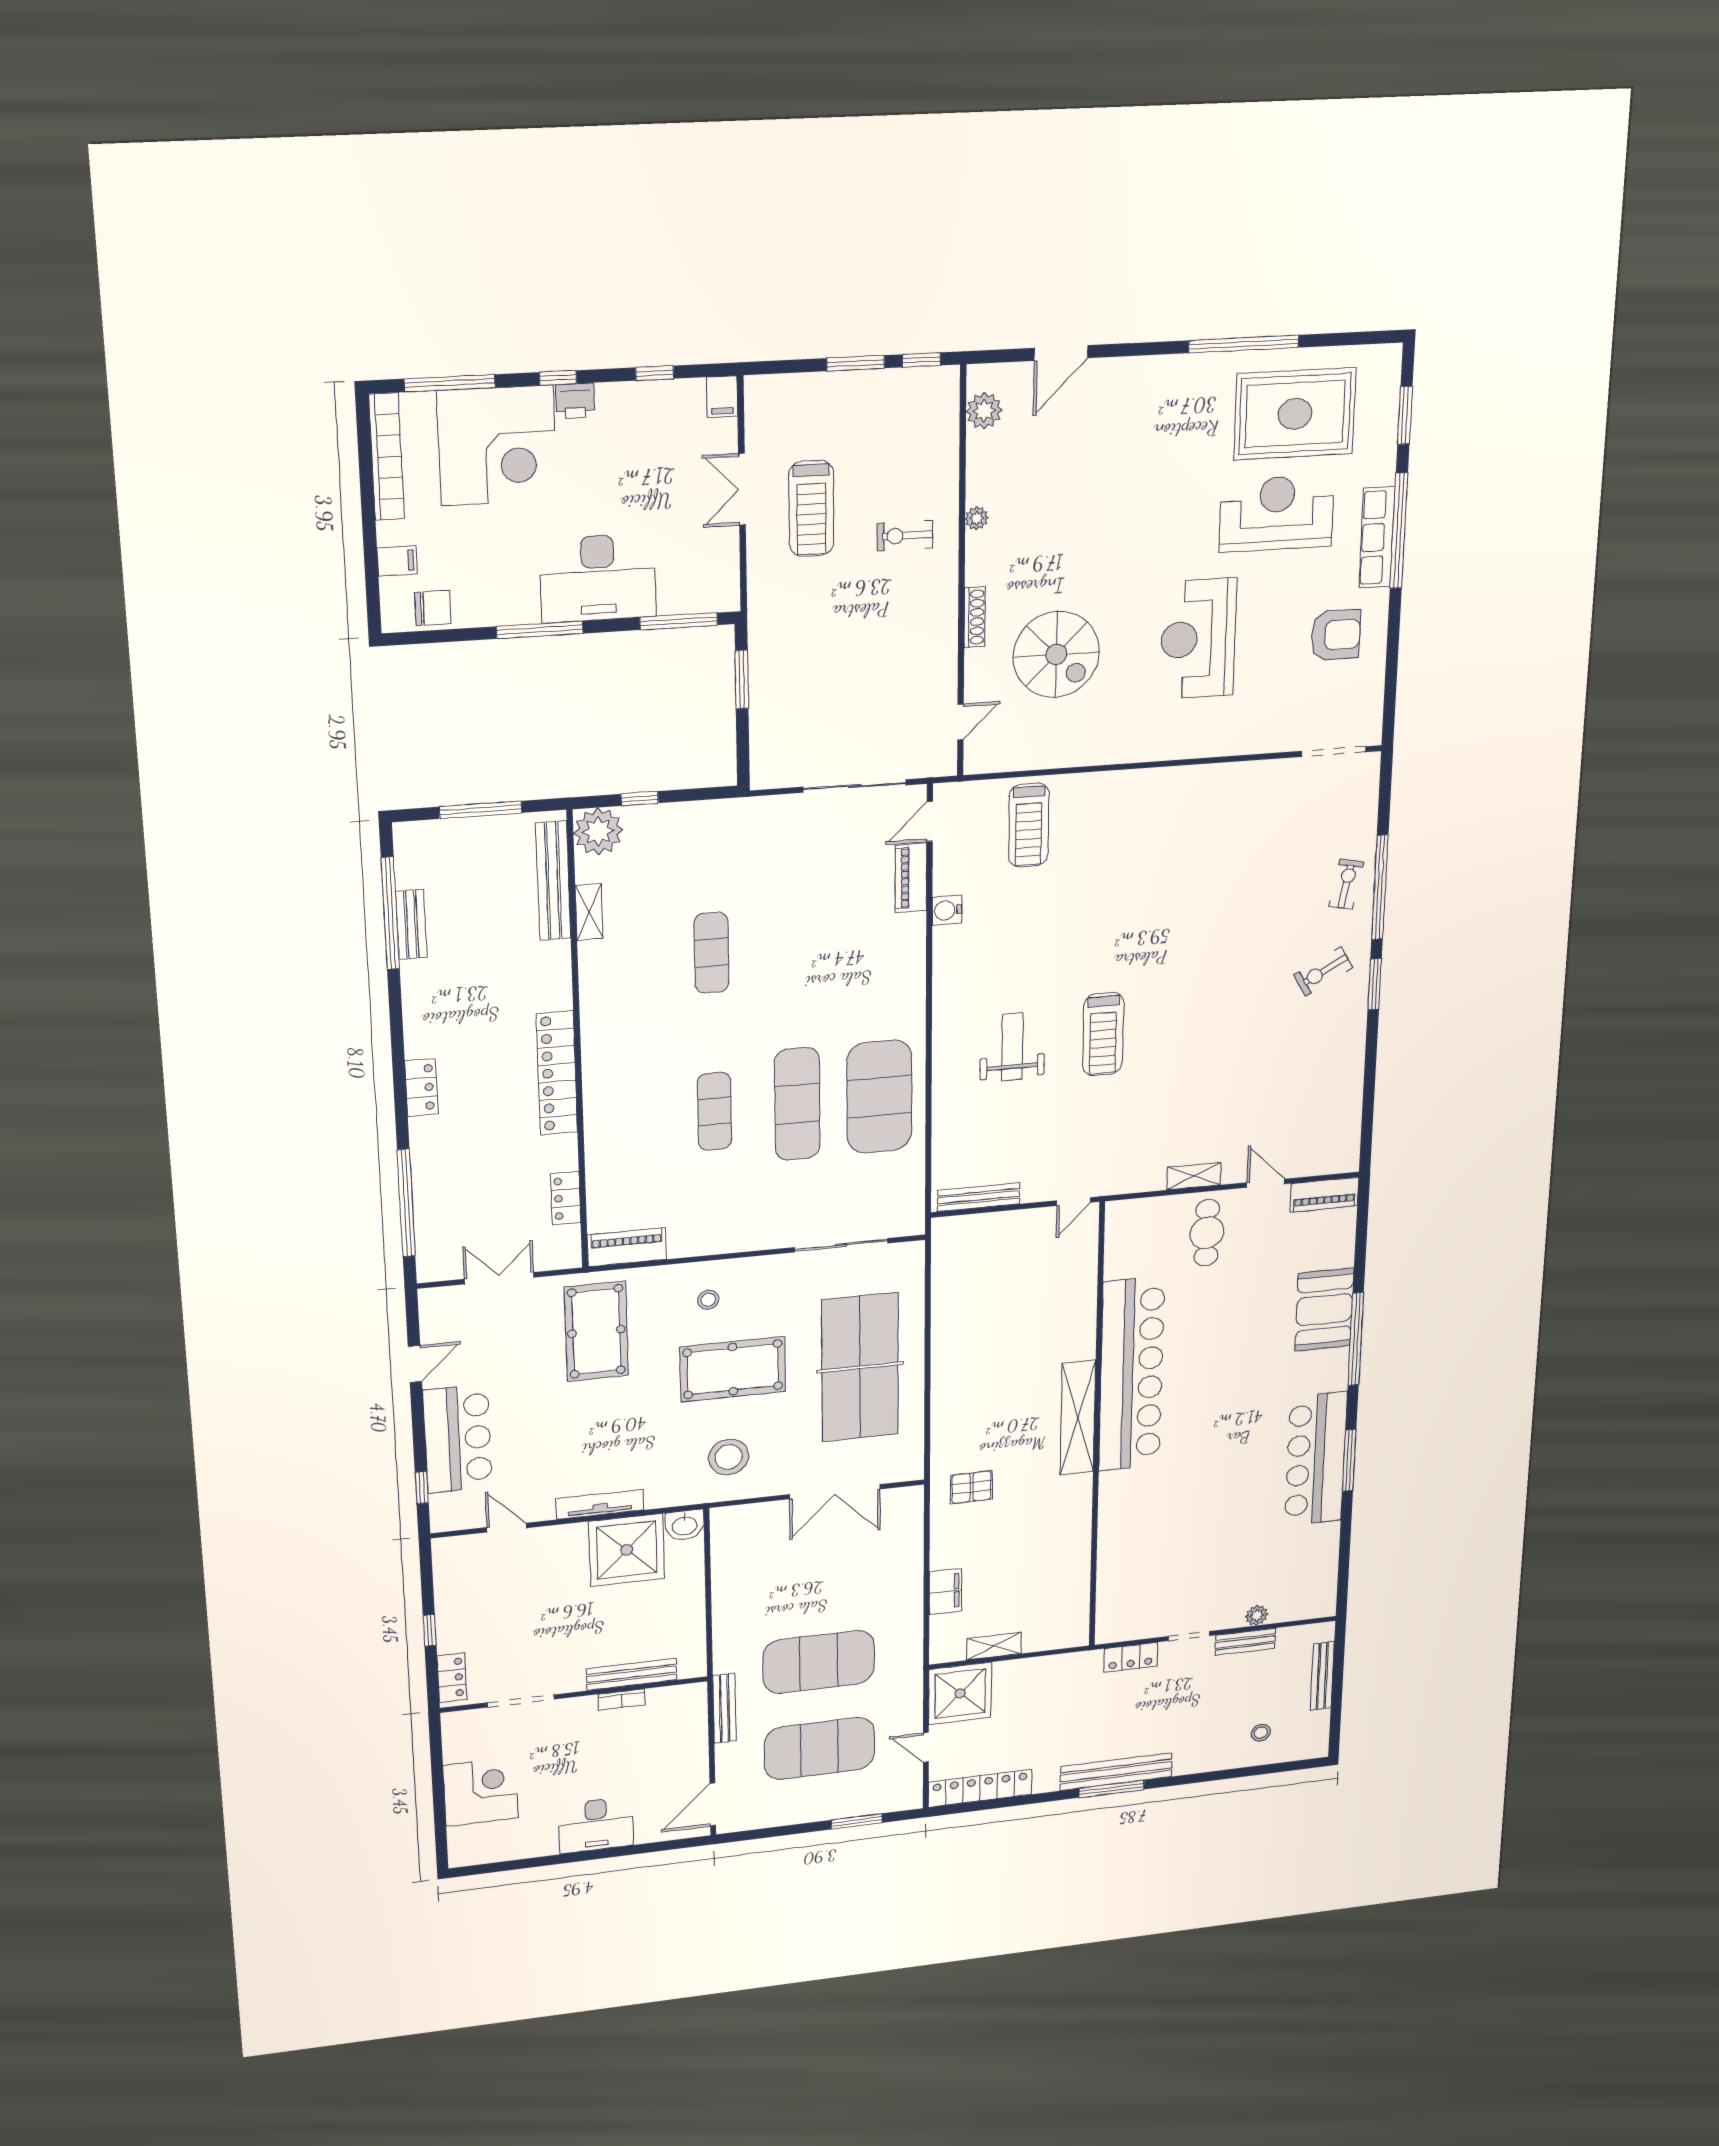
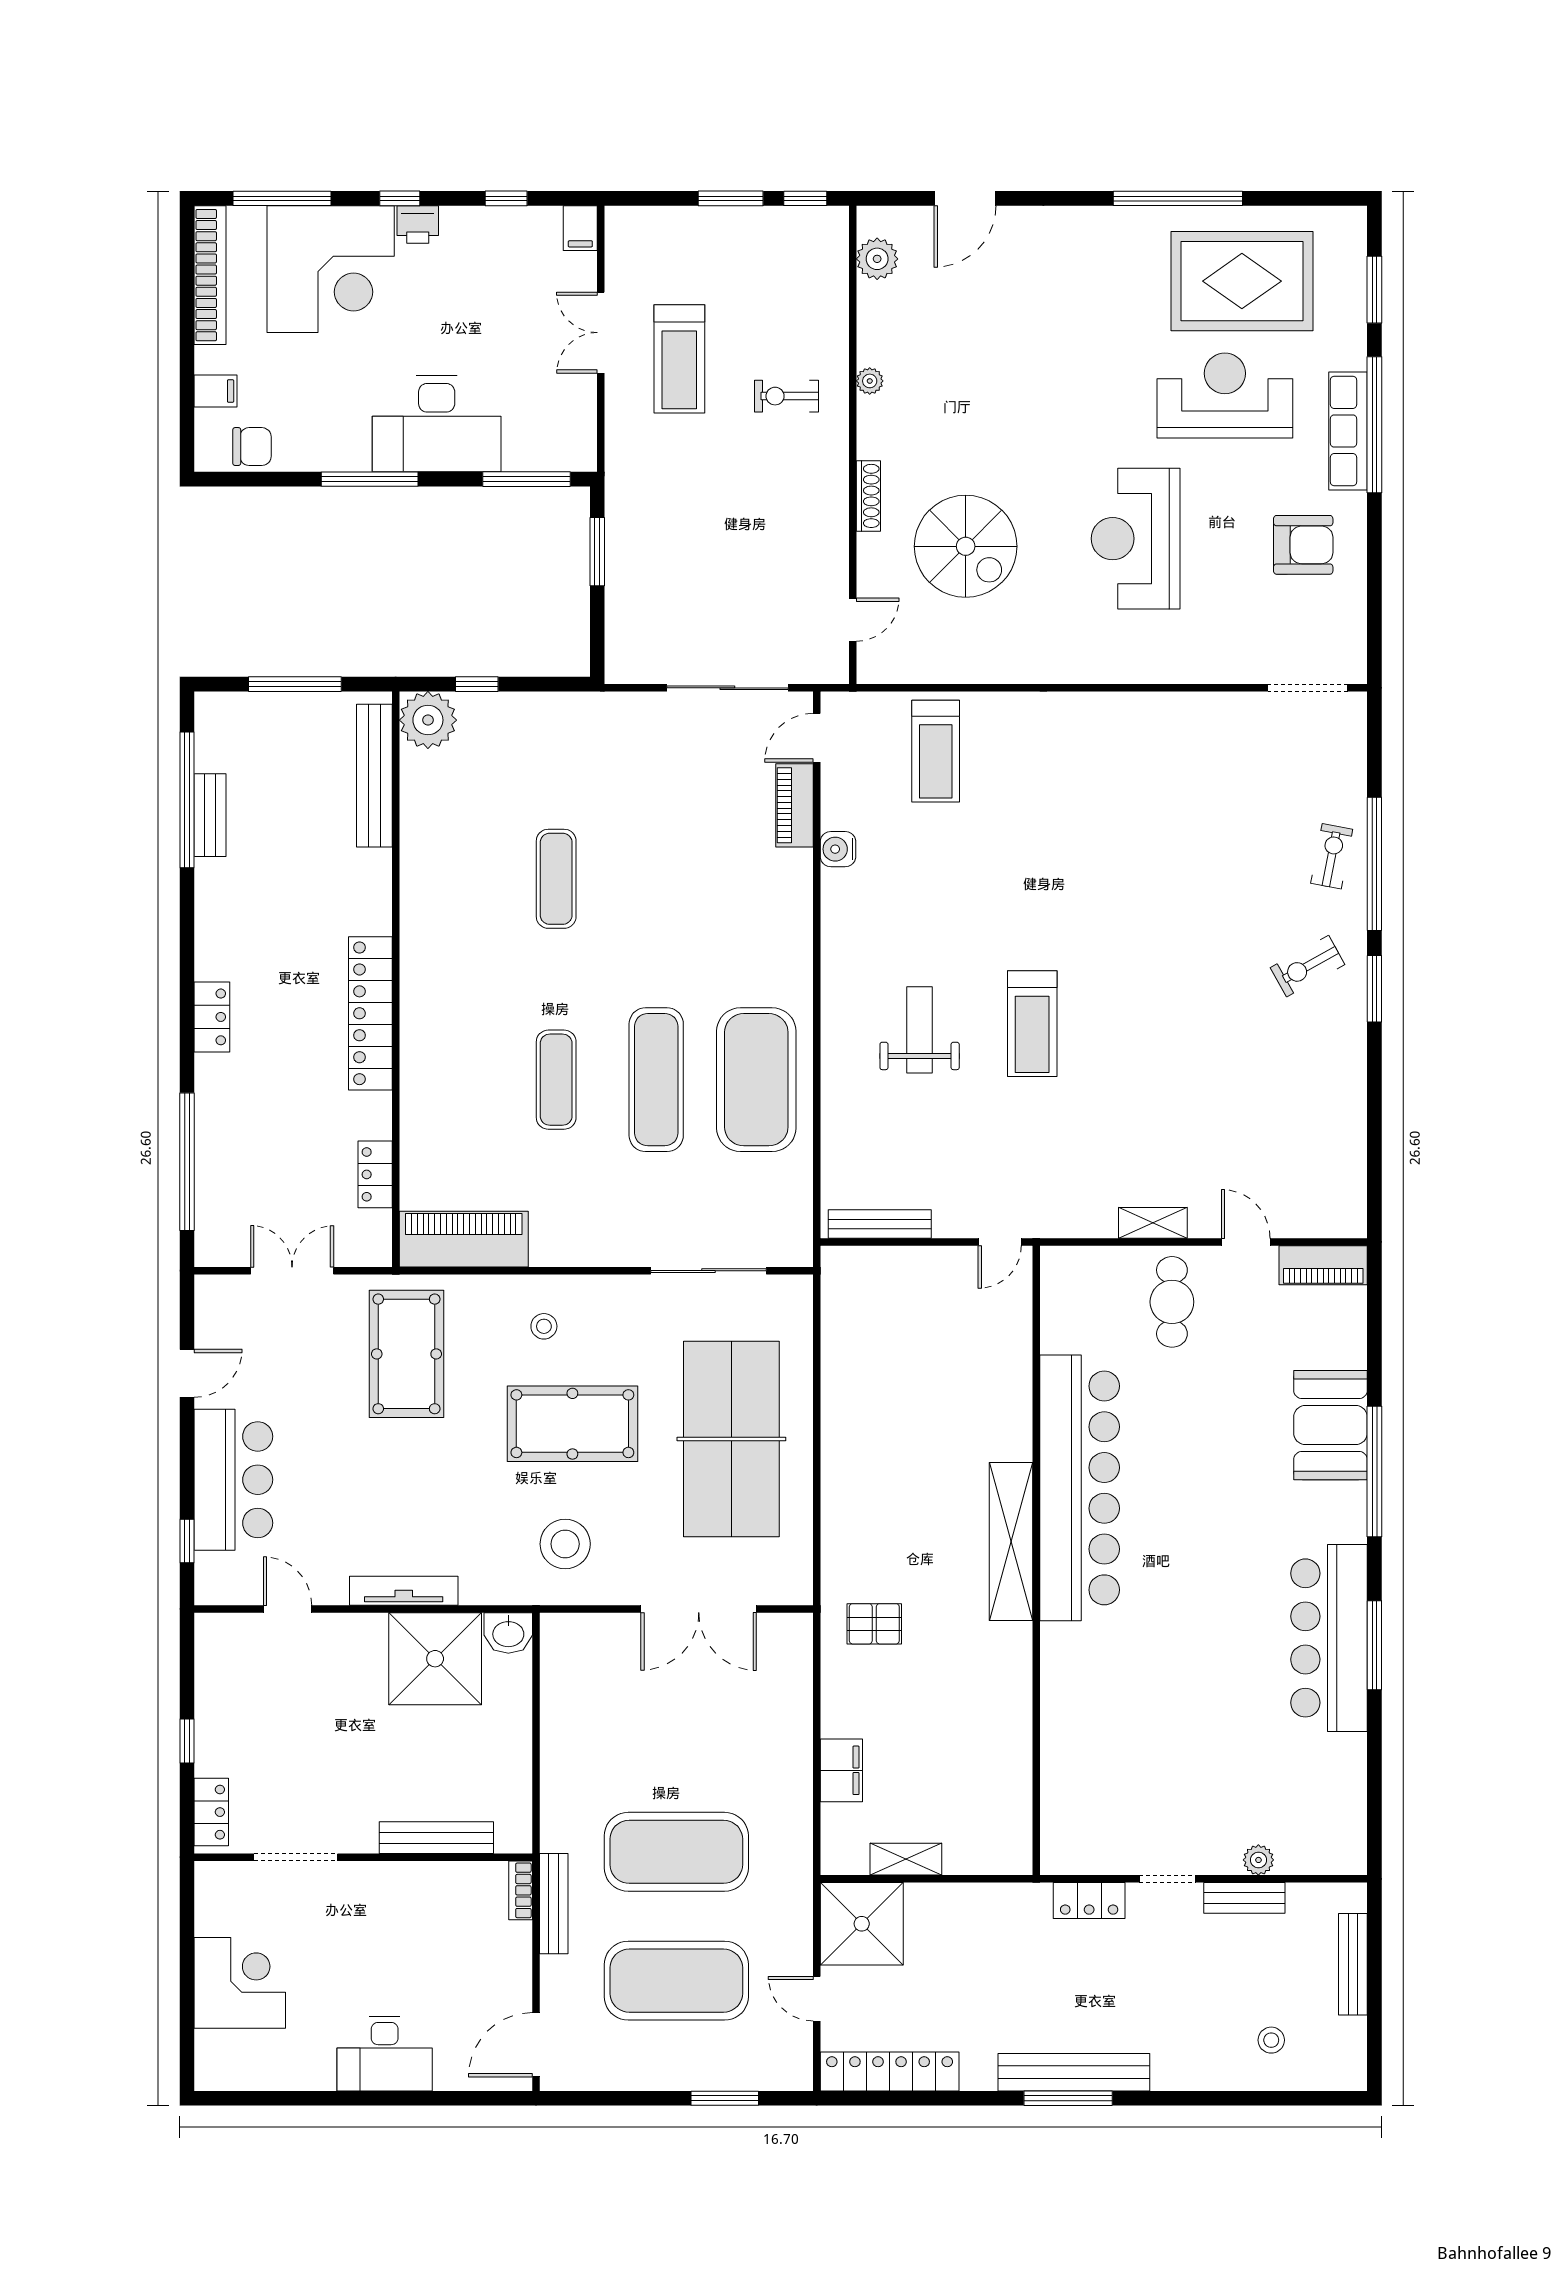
shelving: (589, 912) -> (414, 817), removed
piano: (627, 1247) -> (464, 1239), width x1.37, depth x1.33
bookcase: (621, 1700) -> (521, 1890), moved, turned 90

